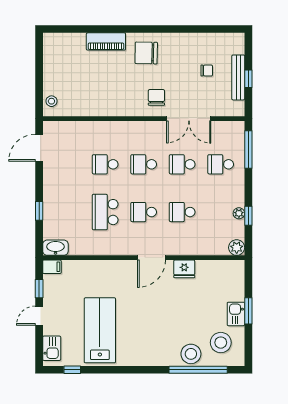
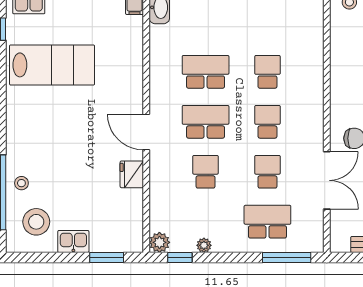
double door: (189, 119) -> (327, 180), swing flipped
school desk: (221, 164) -> (267, 222), width x1.85
school desk: (144, 212) -> (206, 122), width x1.85
window: (248, 216) -> (180, 258), moved
window: (248, 311) -> (107, 258), moved
stool: (191, 354) -> (21, 183), width x0.53, depth x0.53

